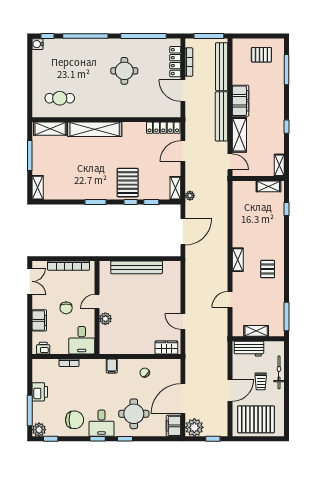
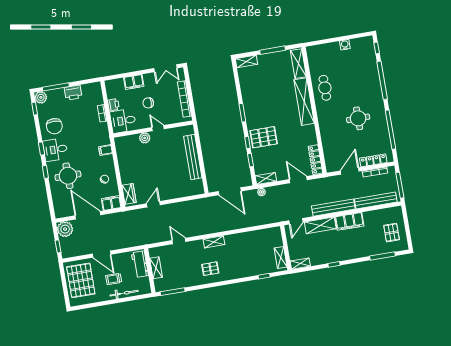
water cooler: (38, 44) -> (345, 45), moved
cafe table: (60, 98) -> (325, 88), moved
printer: (43, 348) -> (113, 105), moved
filing cabinet: (173, 426) -> (111, 203), moved

